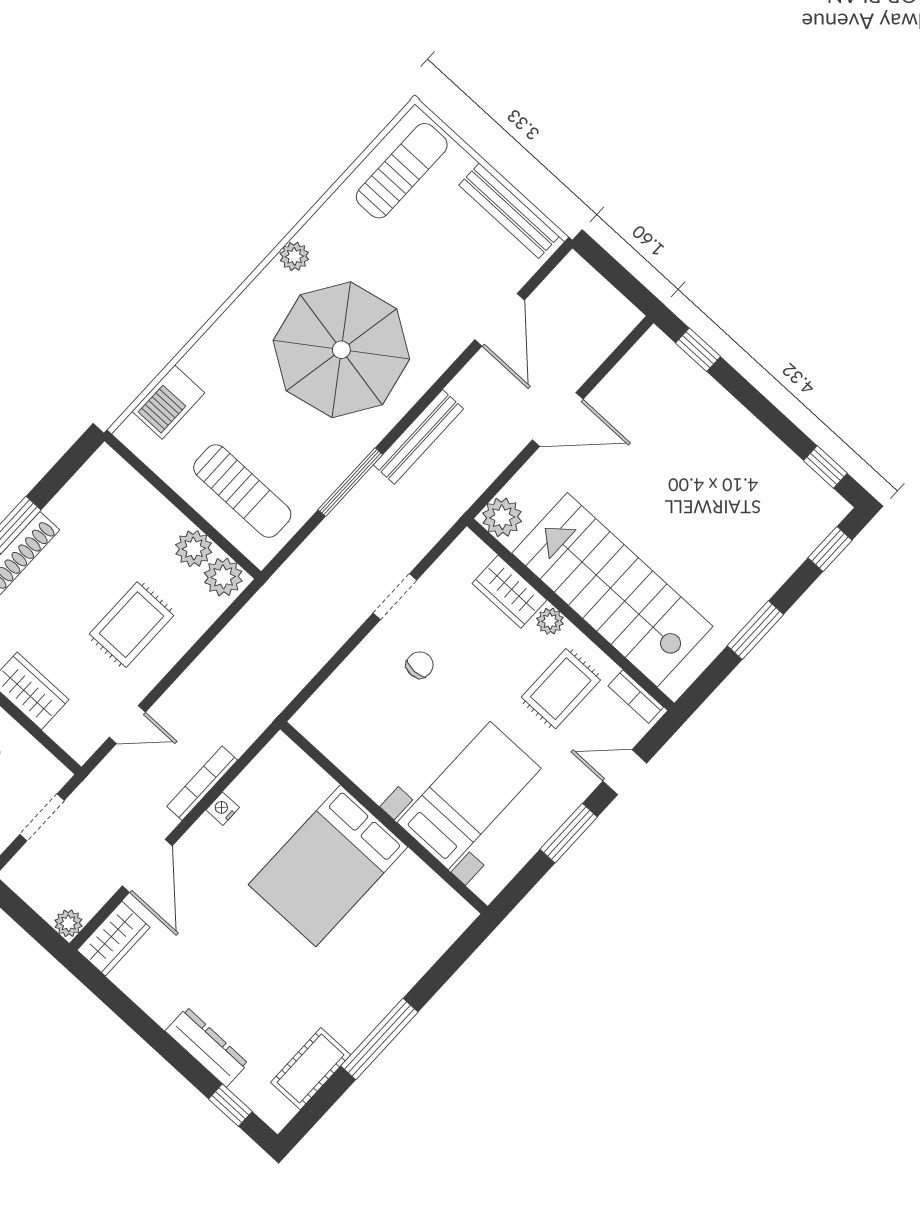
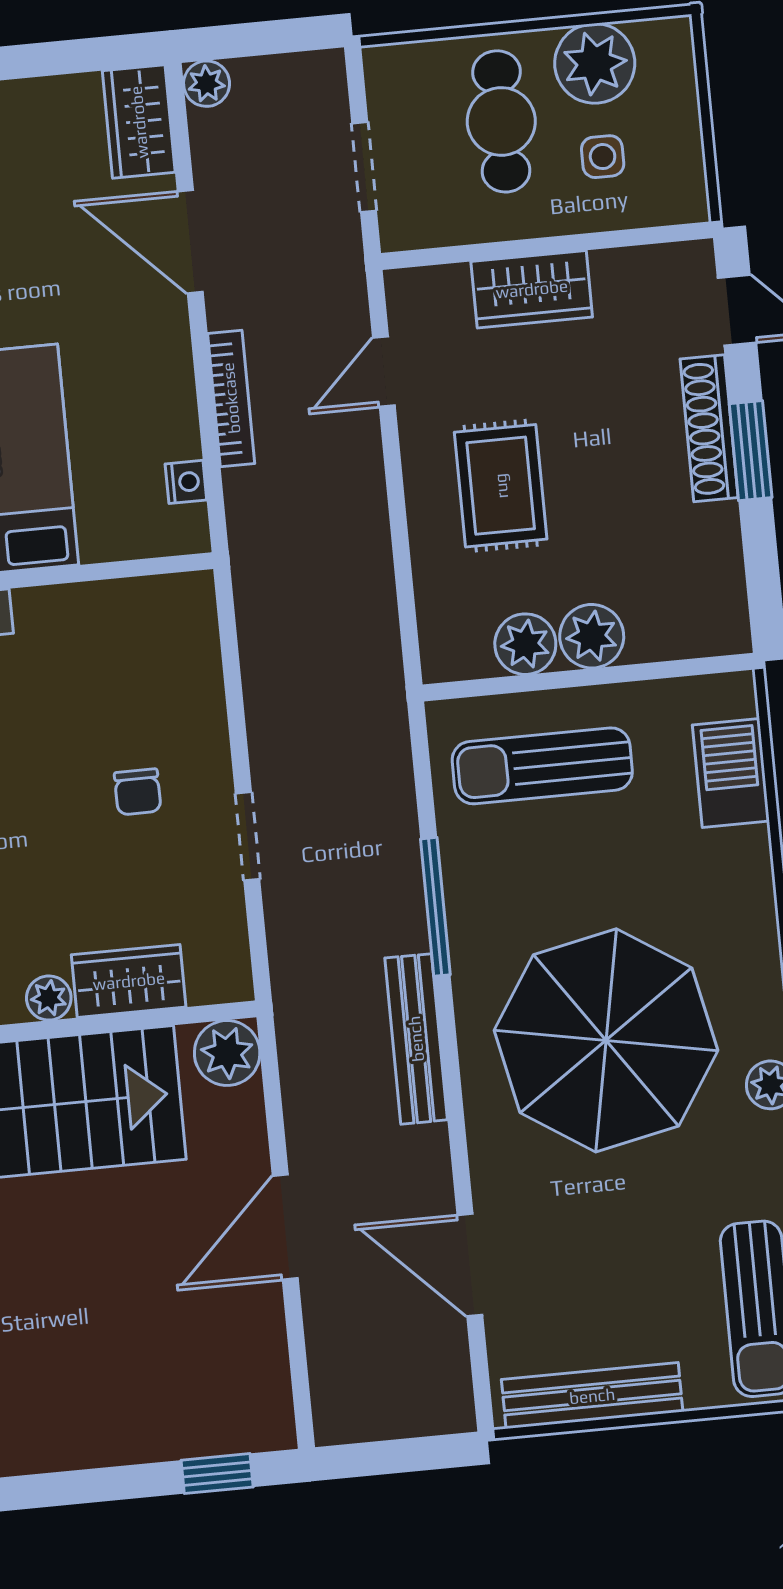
plant: (223, 577) -> (592, 636), moved
nightstand: (223, 809) -> (186, 482), moved

